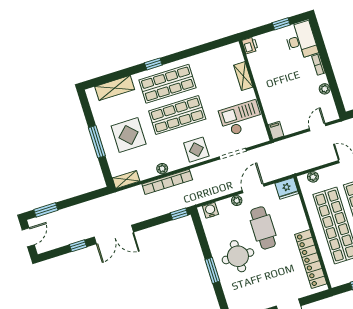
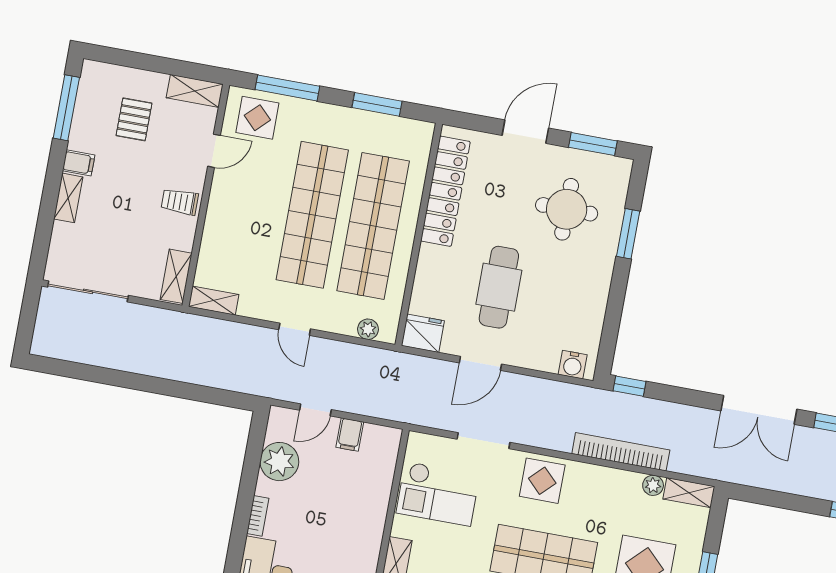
plant: (325, 89) -> (279, 462), width x1.87, depth x1.87
filing cabinet: (276, 130) -> (350, 435), moved
plant: (162, 169) -> (653, 485), moved
plant: (237, 201) -> (519, 357), removed
double door: (114, 235) -> (759, 410), swing flipped
round table: (238, 256) -> (567, 209), moved
window: (212, 270) -> (628, 234), moved

